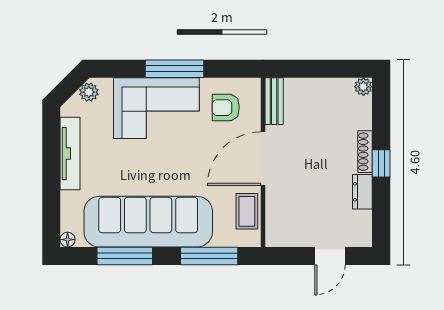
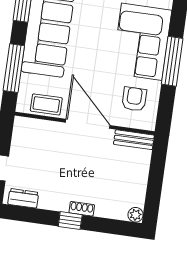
shoe rack: (365, 152) -> (82, 209), width x0.70
dresser: (362, 192) -> (23, 198), moved

